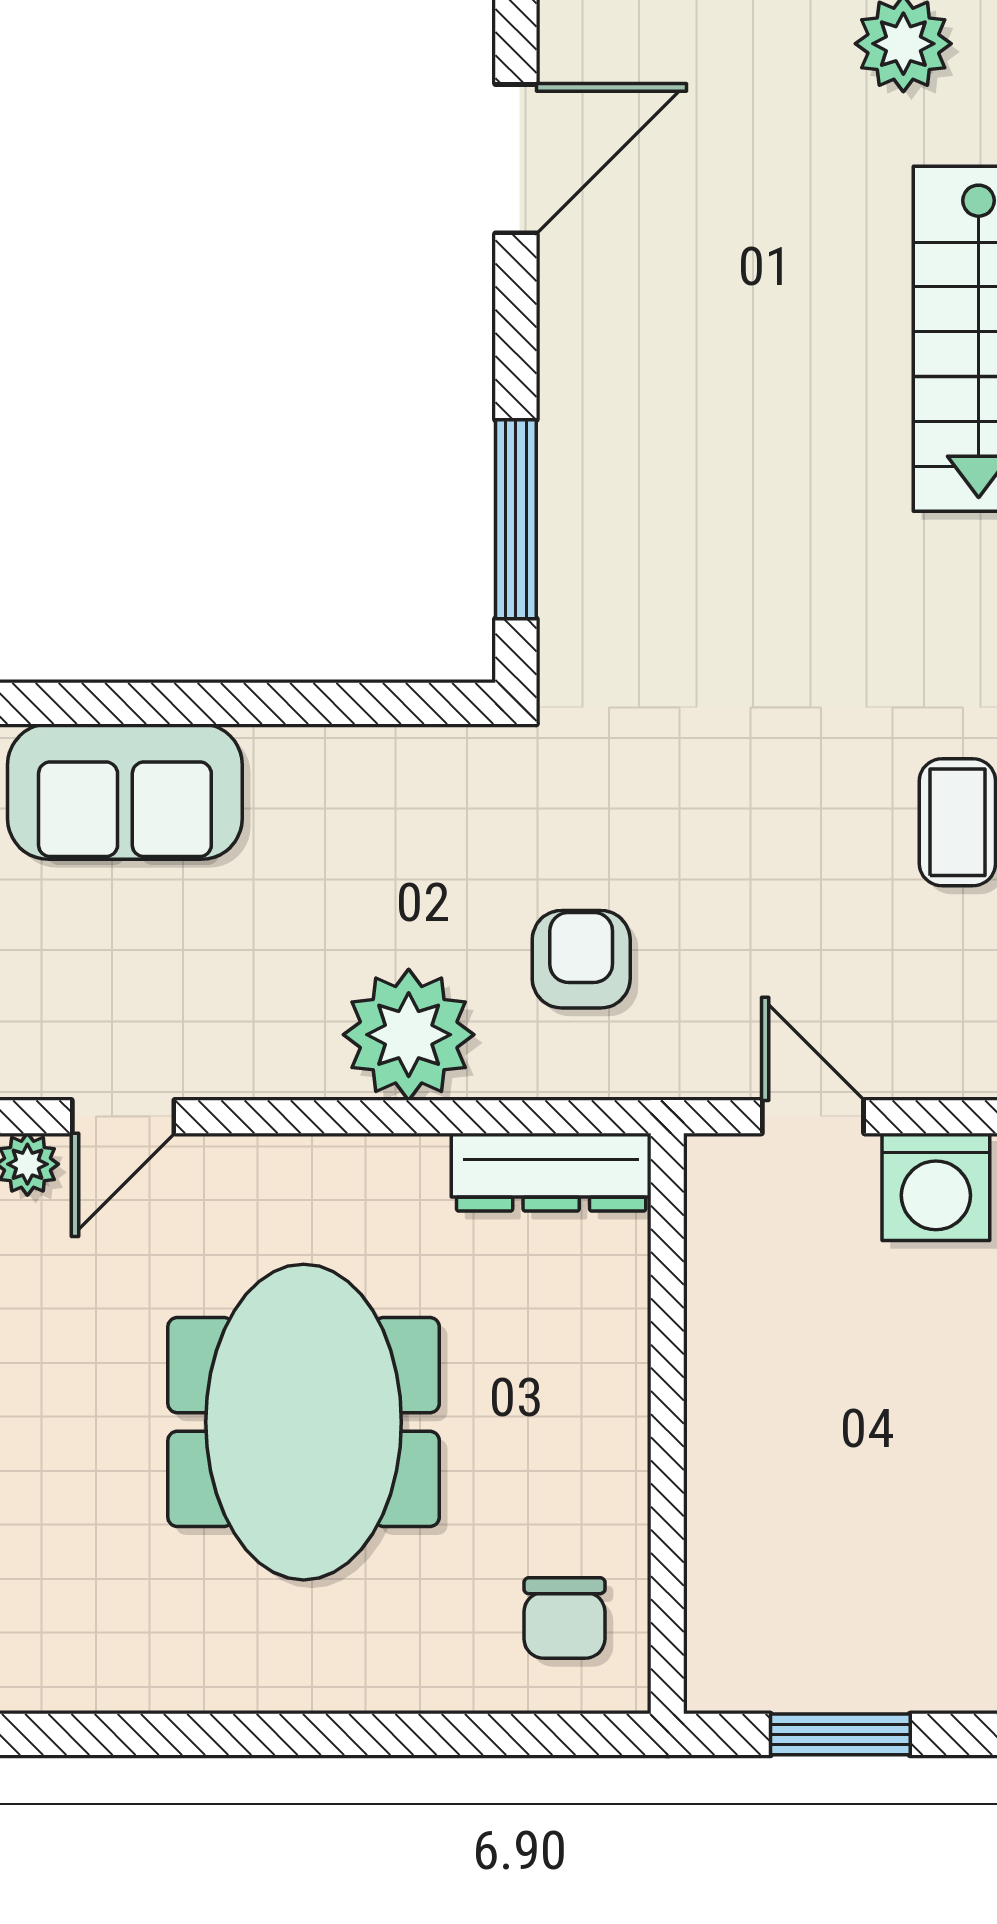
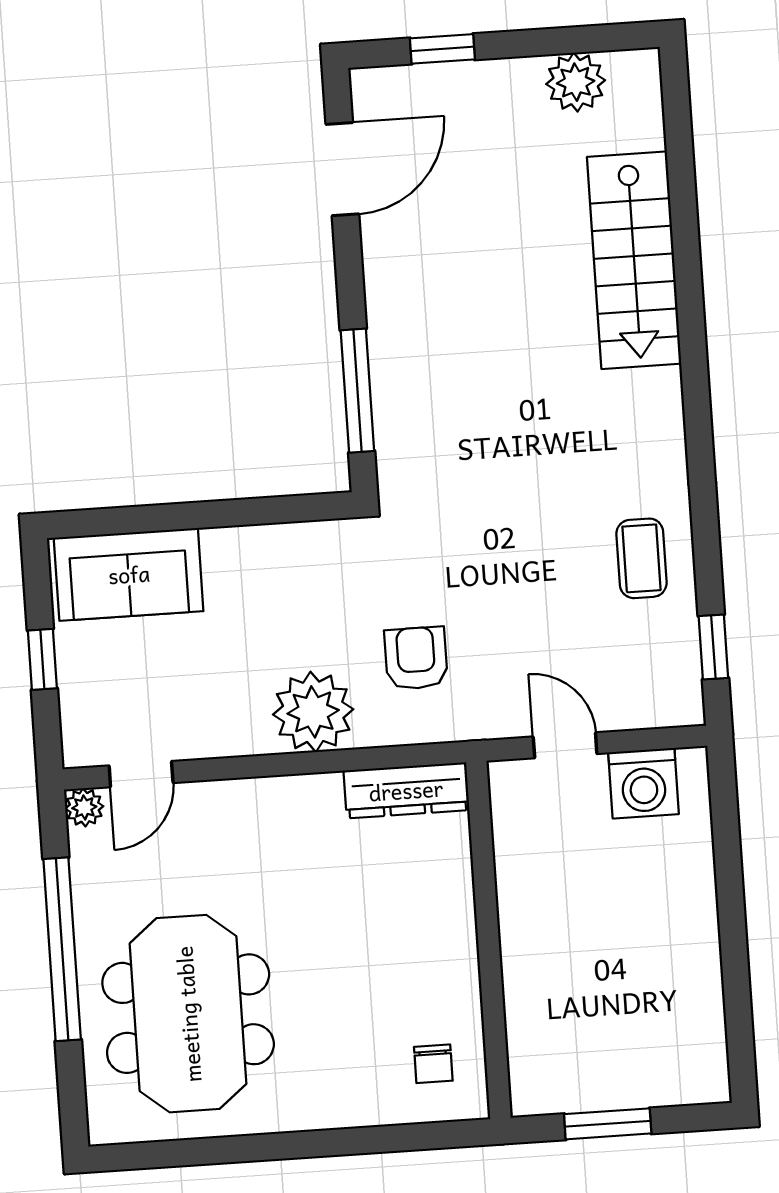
meeting table: (304, 1422) -> (188, 1014), moved
chair: (564, 1618) -> (433, 1064), width x0.73, depth x0.73

